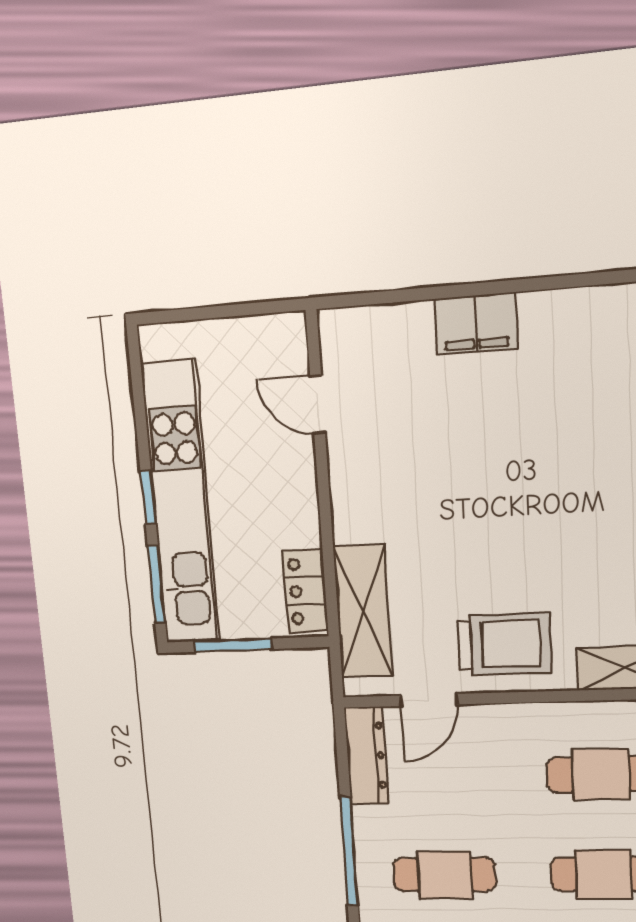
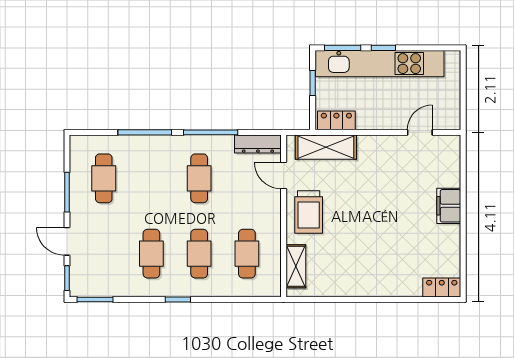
window: (233, 645) -> (313, 83), width x0.67

